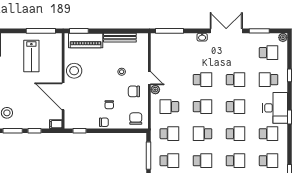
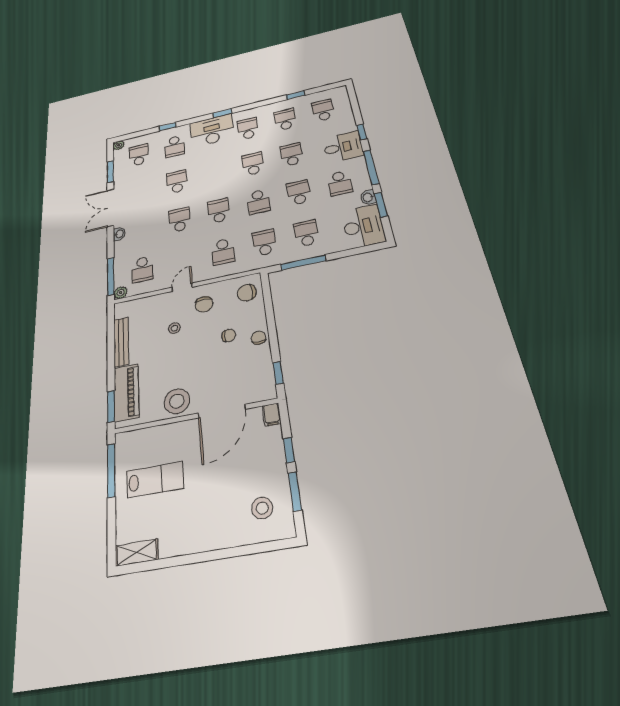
plant: (155, 90) -> (121, 293), moved
school desk: (236, 107) -> (142, 269), moved, turned 180

